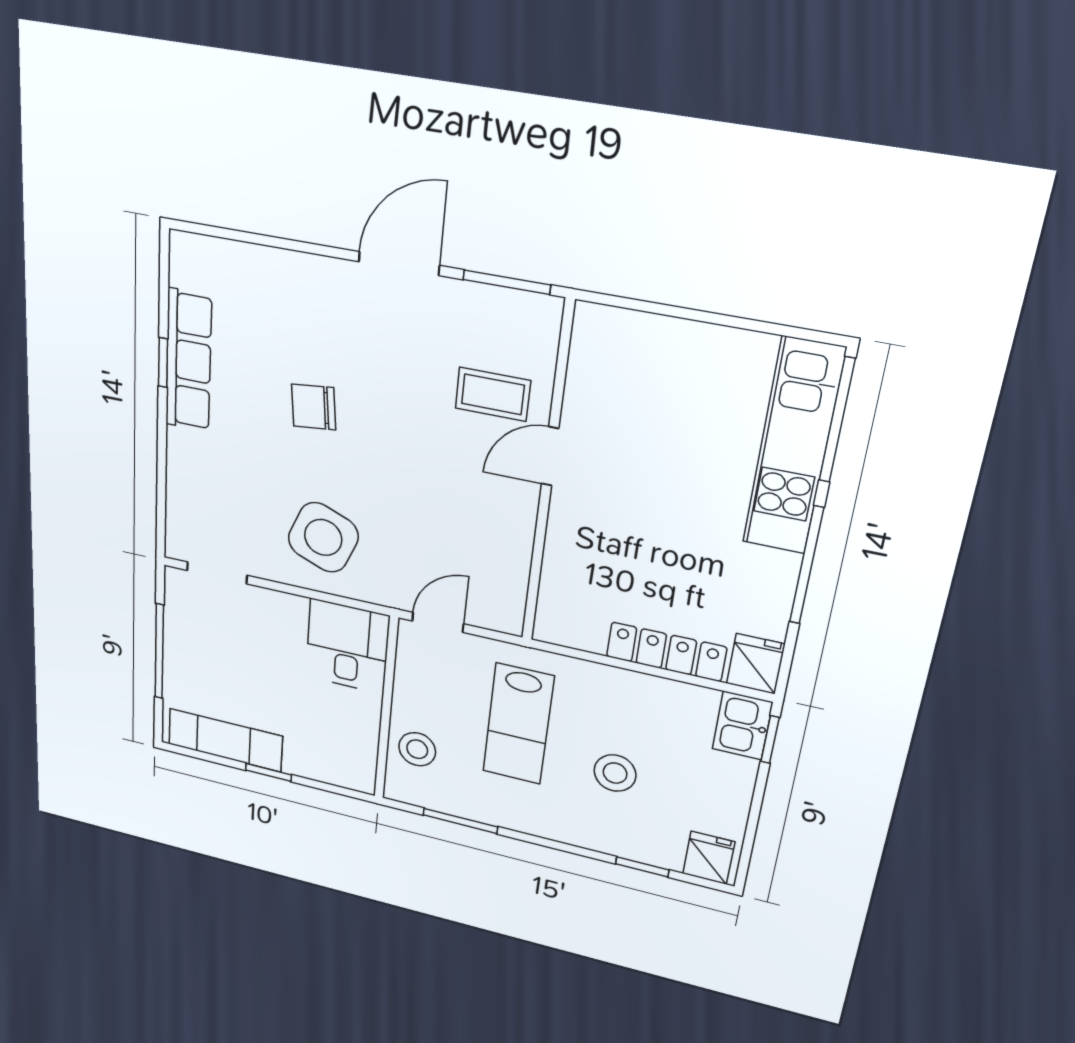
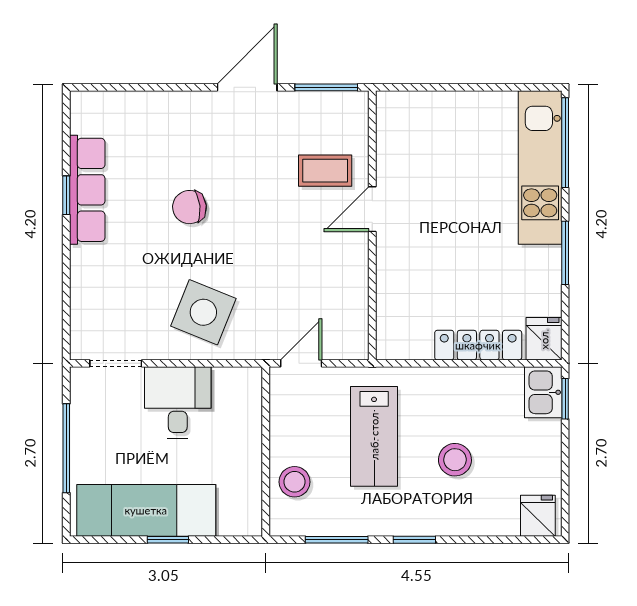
window: (807, 565) -> (565, 253), width x0.69
desk: (347, 646) -> (178, 403), moved
exam couch: (225, 740) -> (146, 510), width x1.36, depth x1.45
window: (642, 867) -> (414, 540), moved

